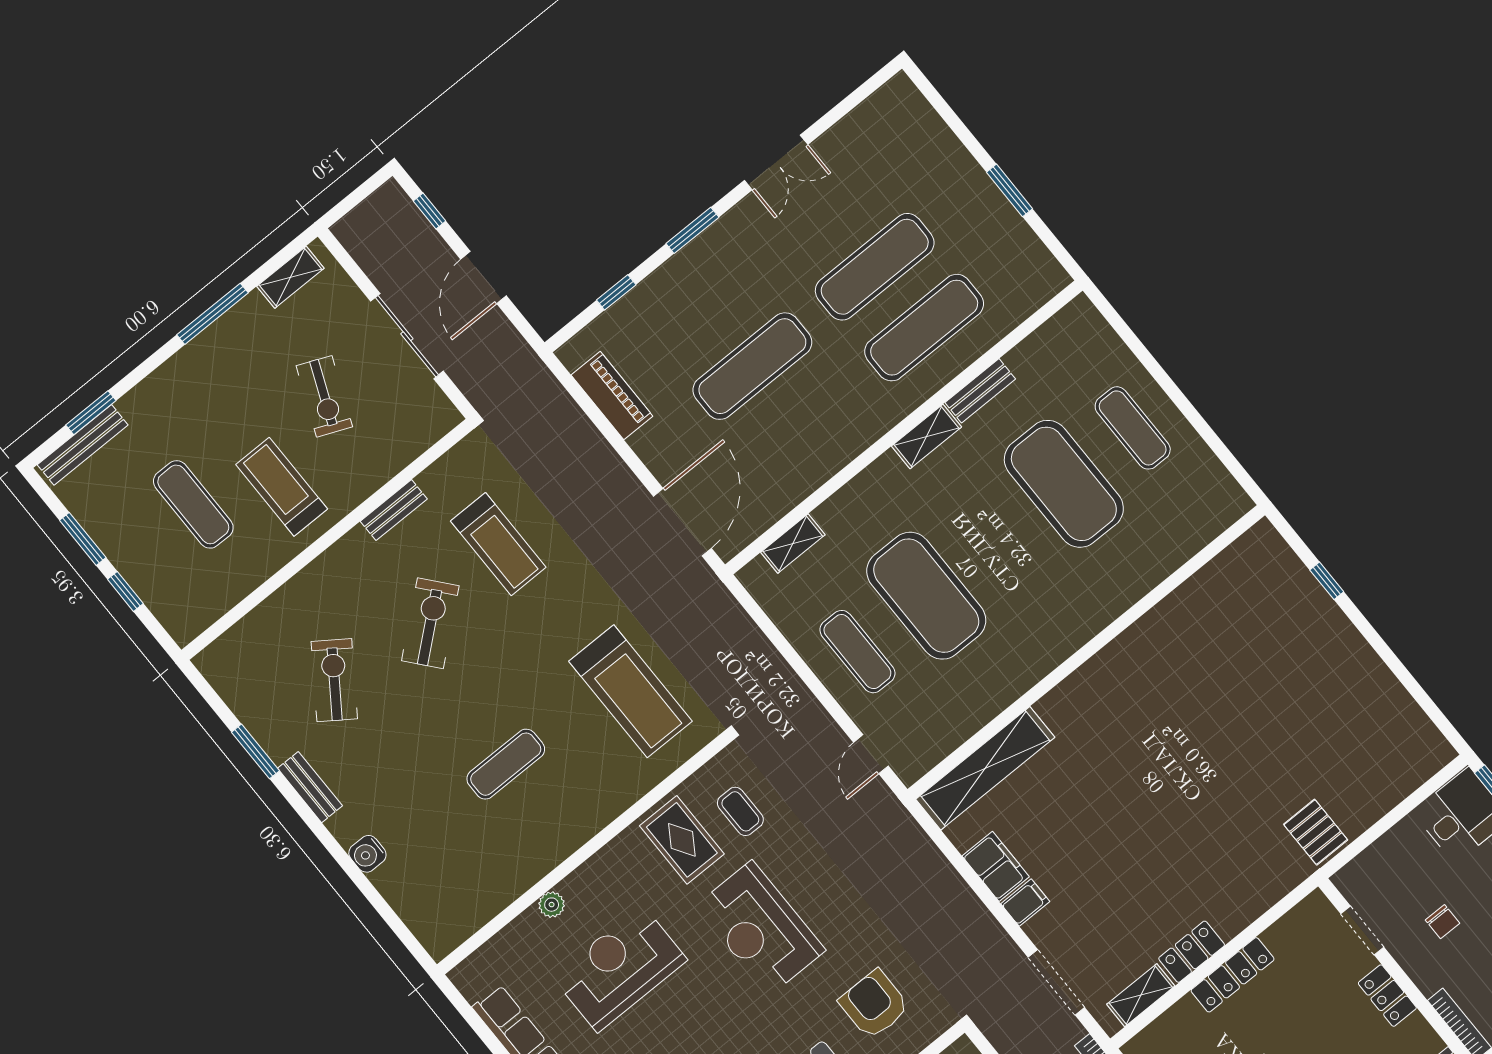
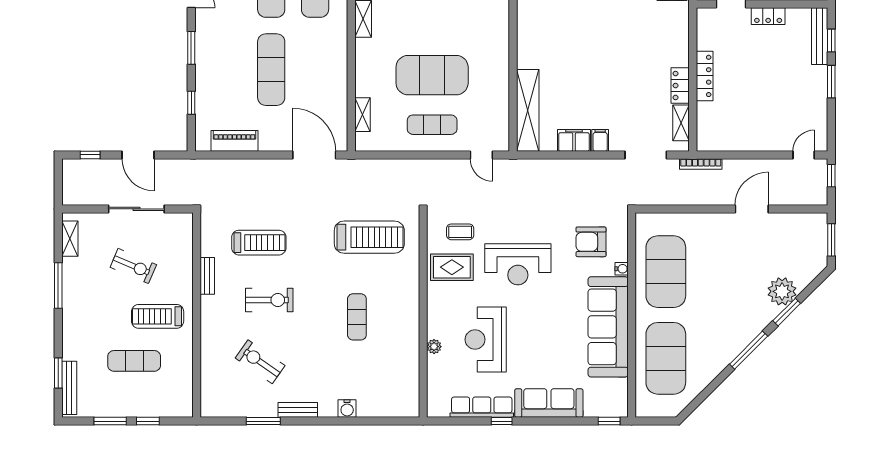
exercise bike: (430, 623) -> (269, 300), turned 130

